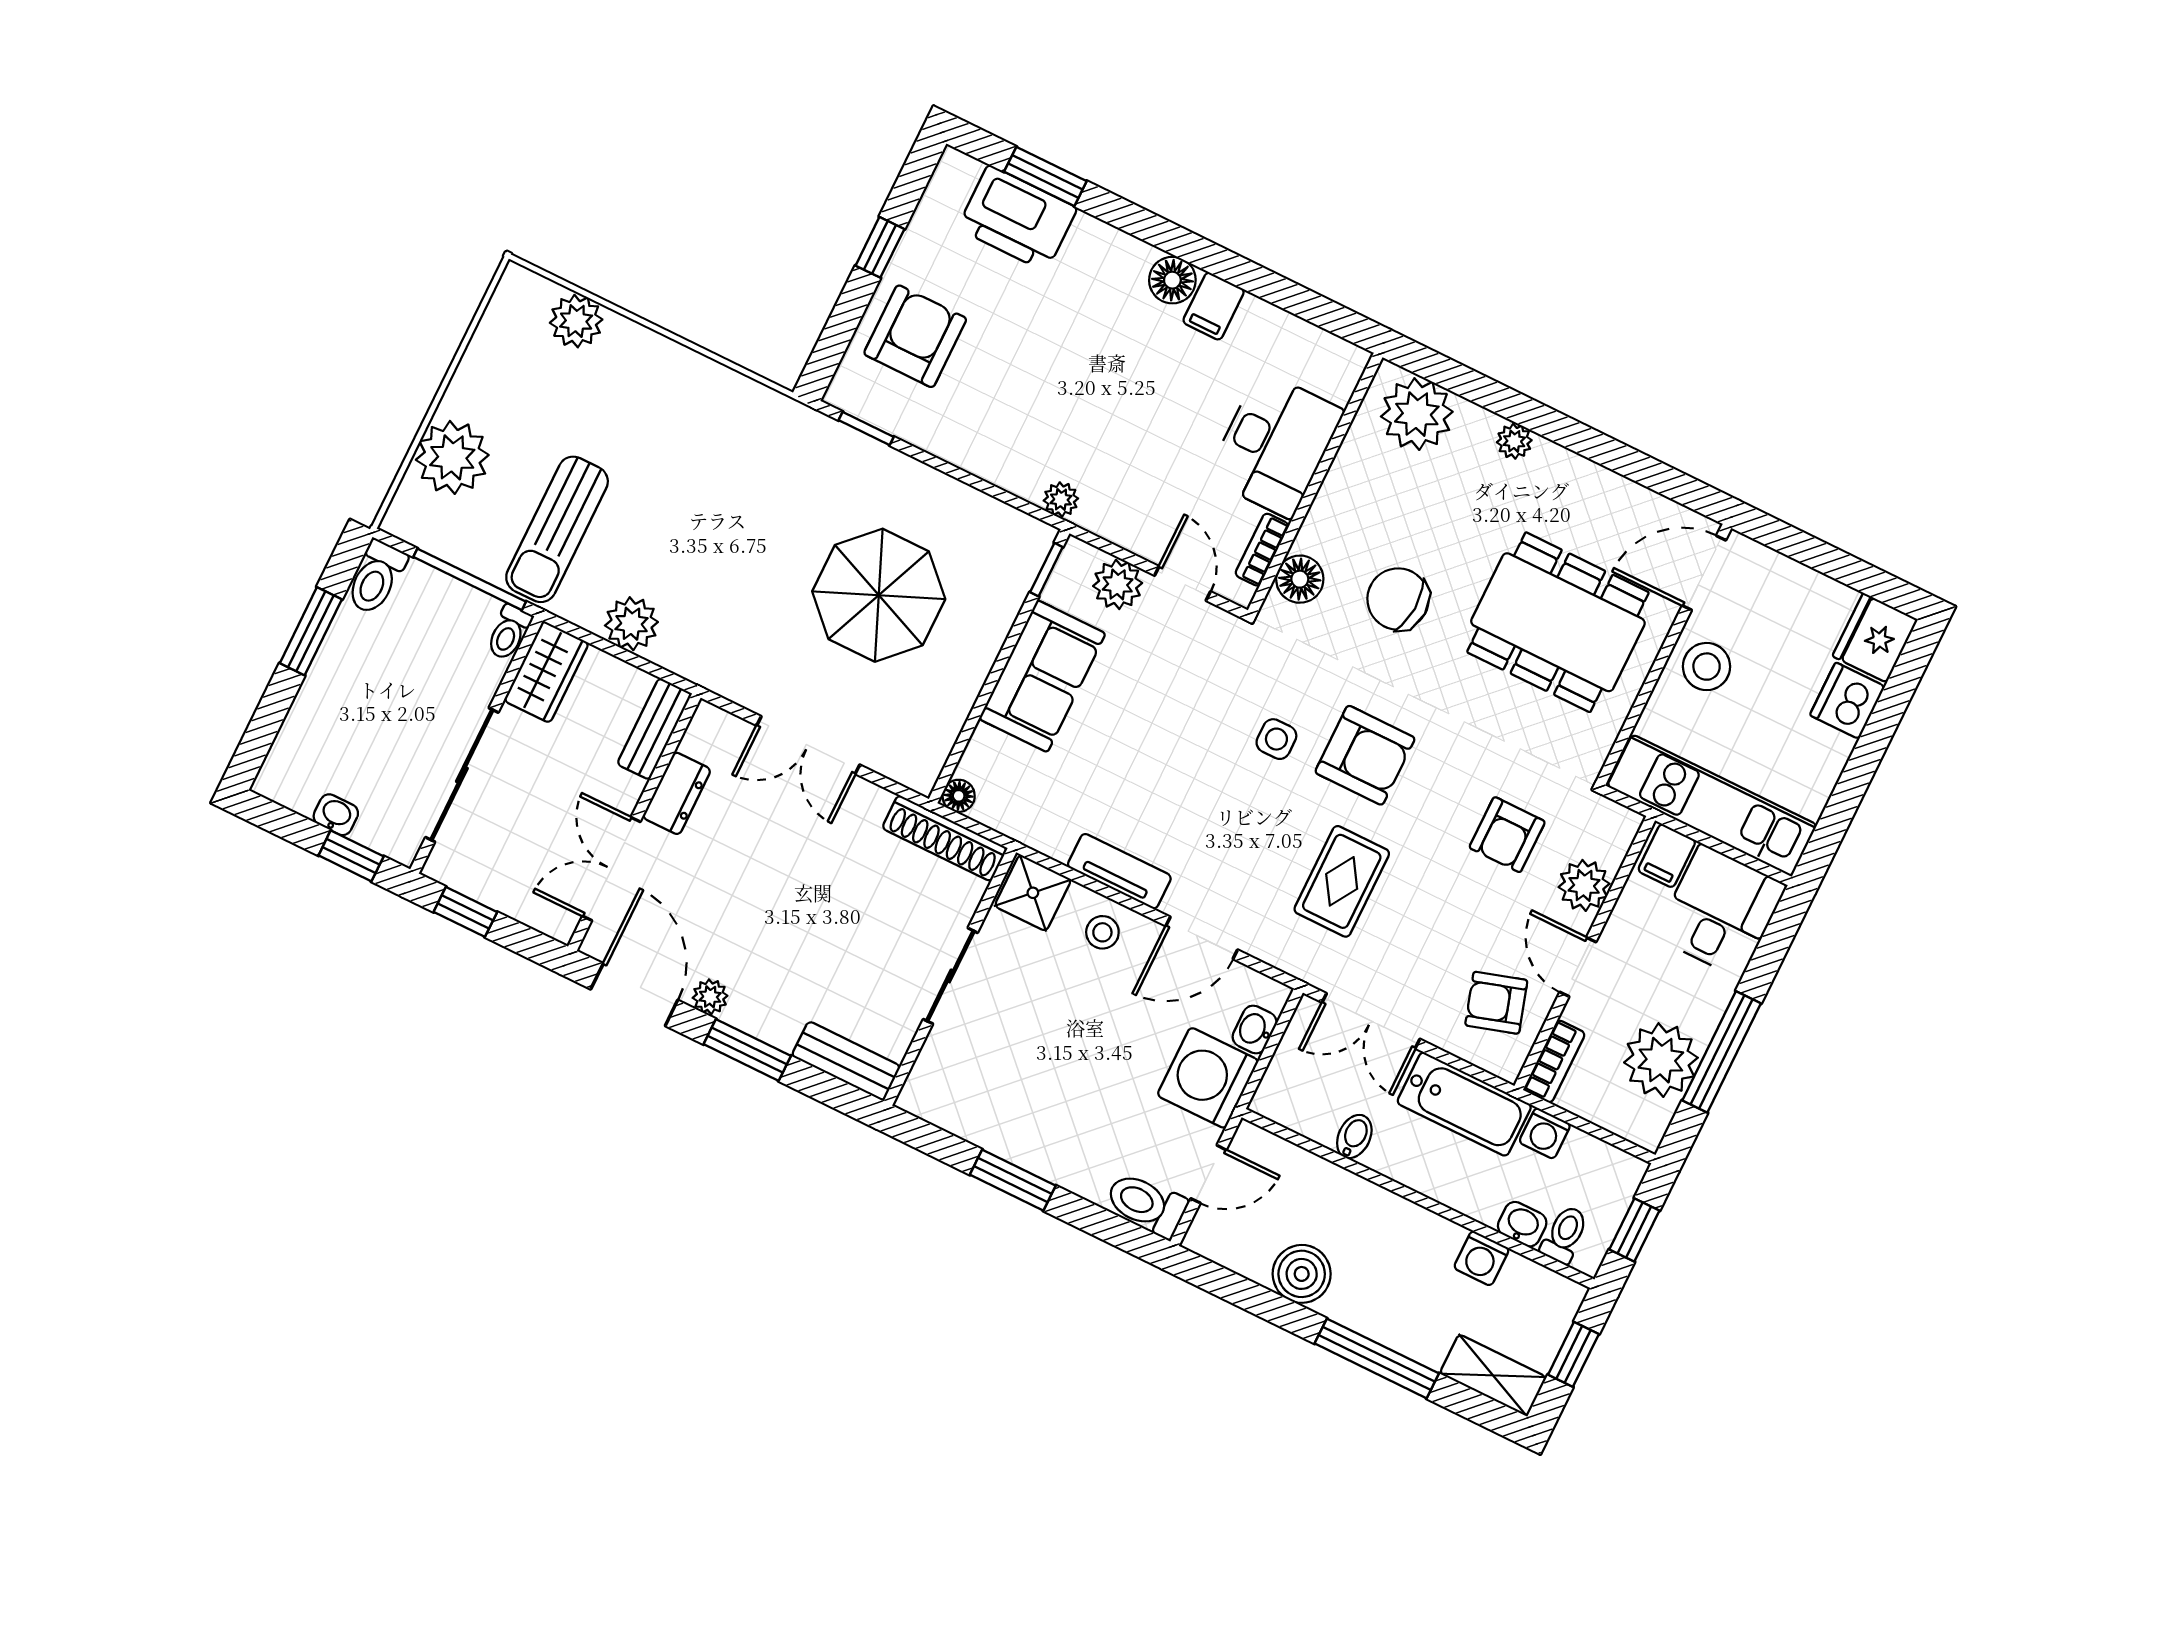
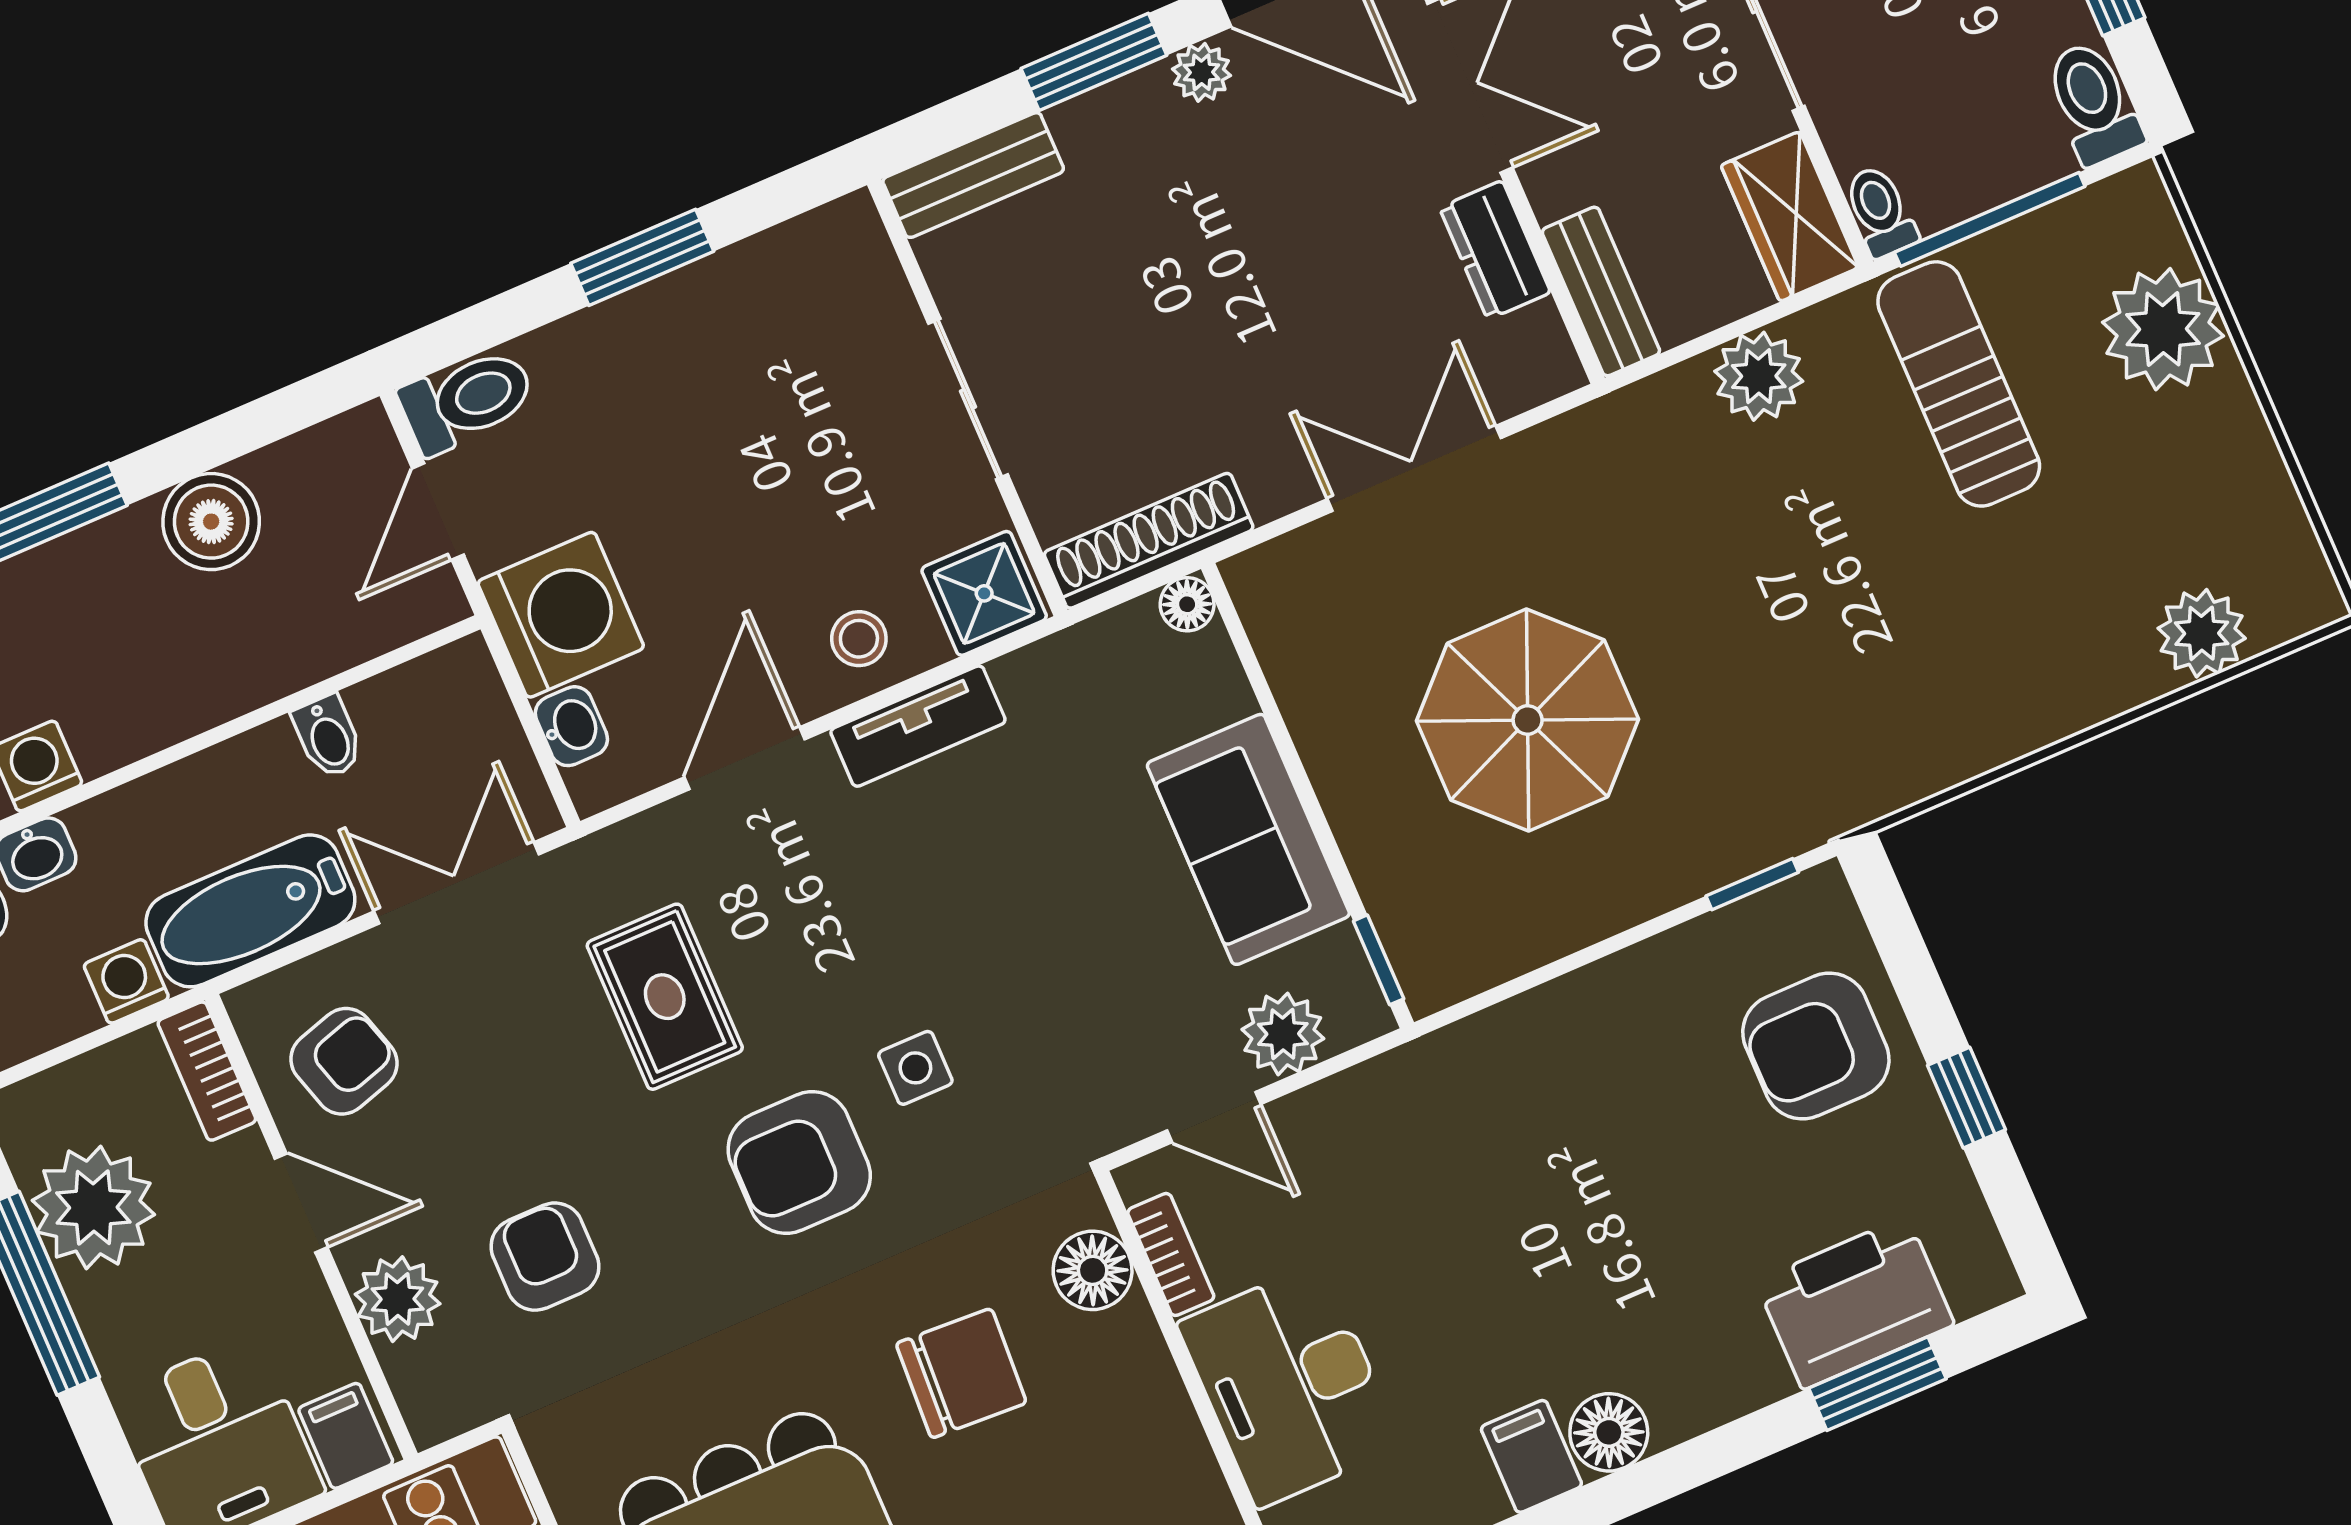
armchair: (915, 336) -> (1816, 1046), turned 90
plant: (1061, 499) -> (1452, 1054), removed

